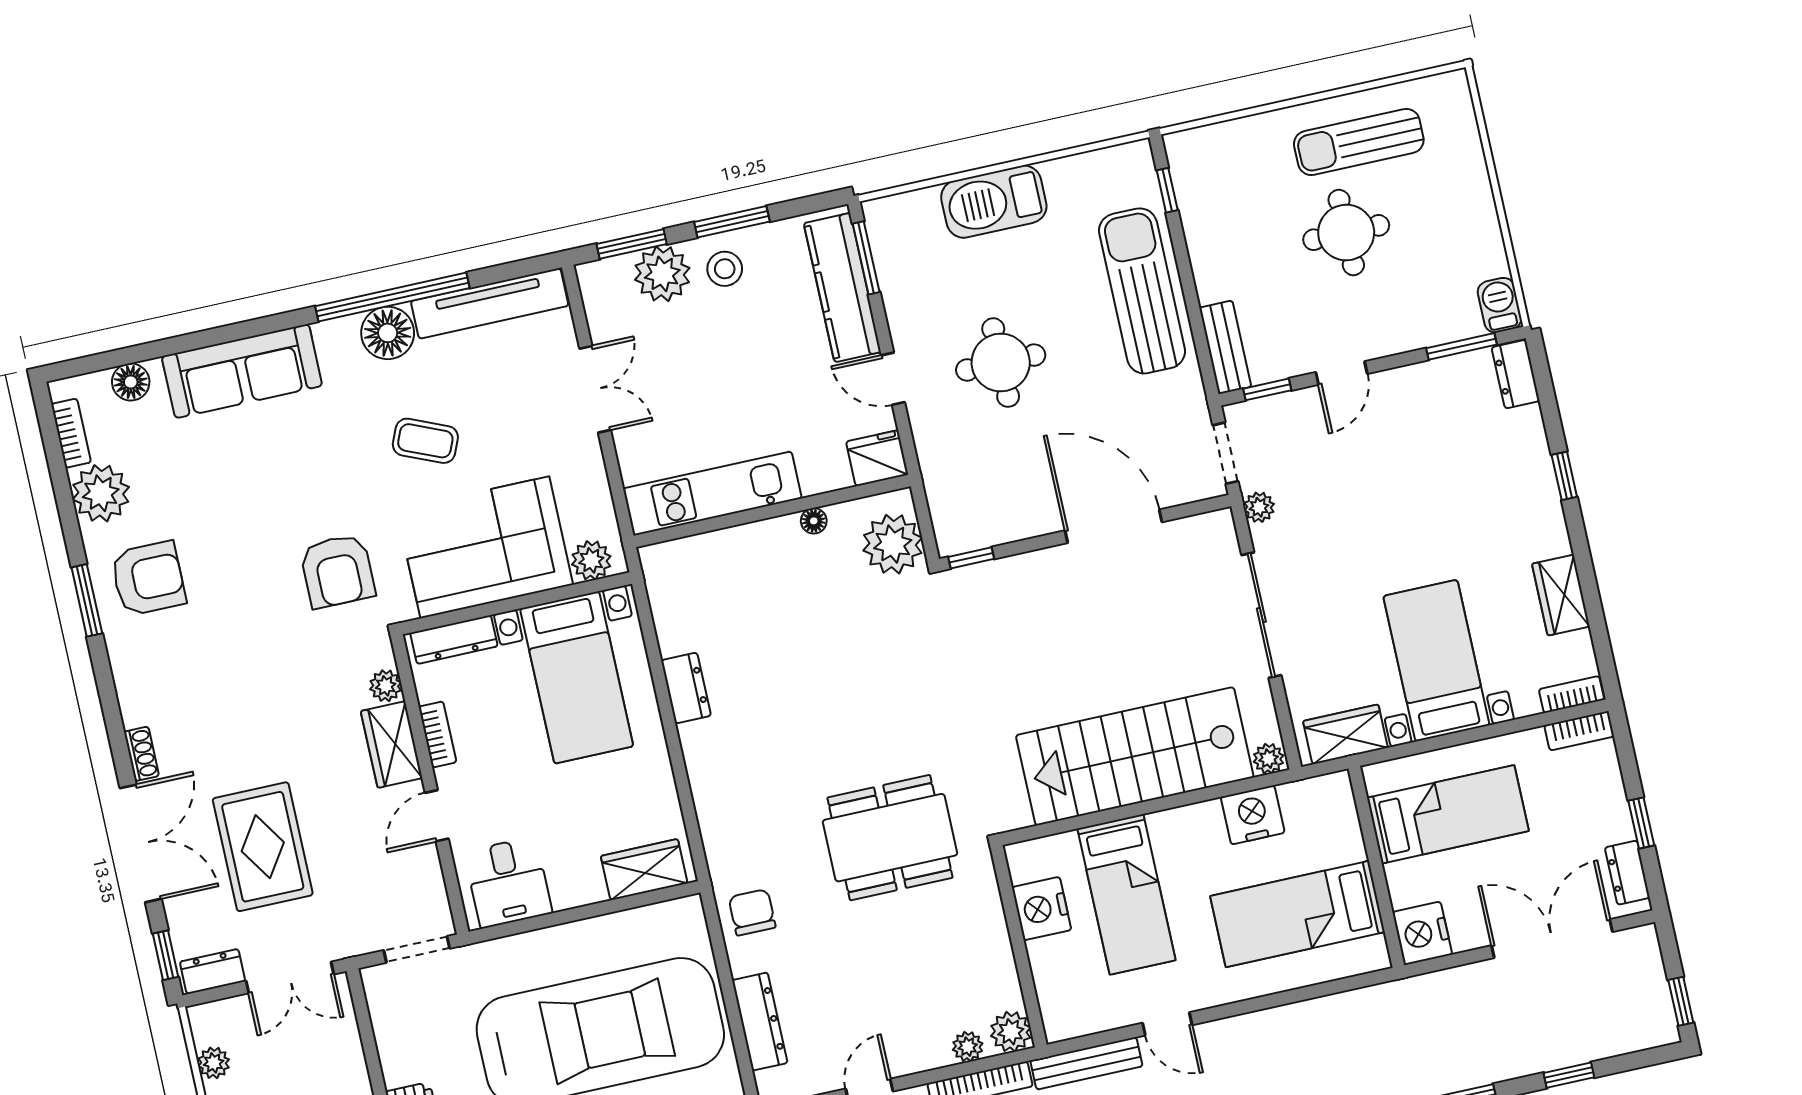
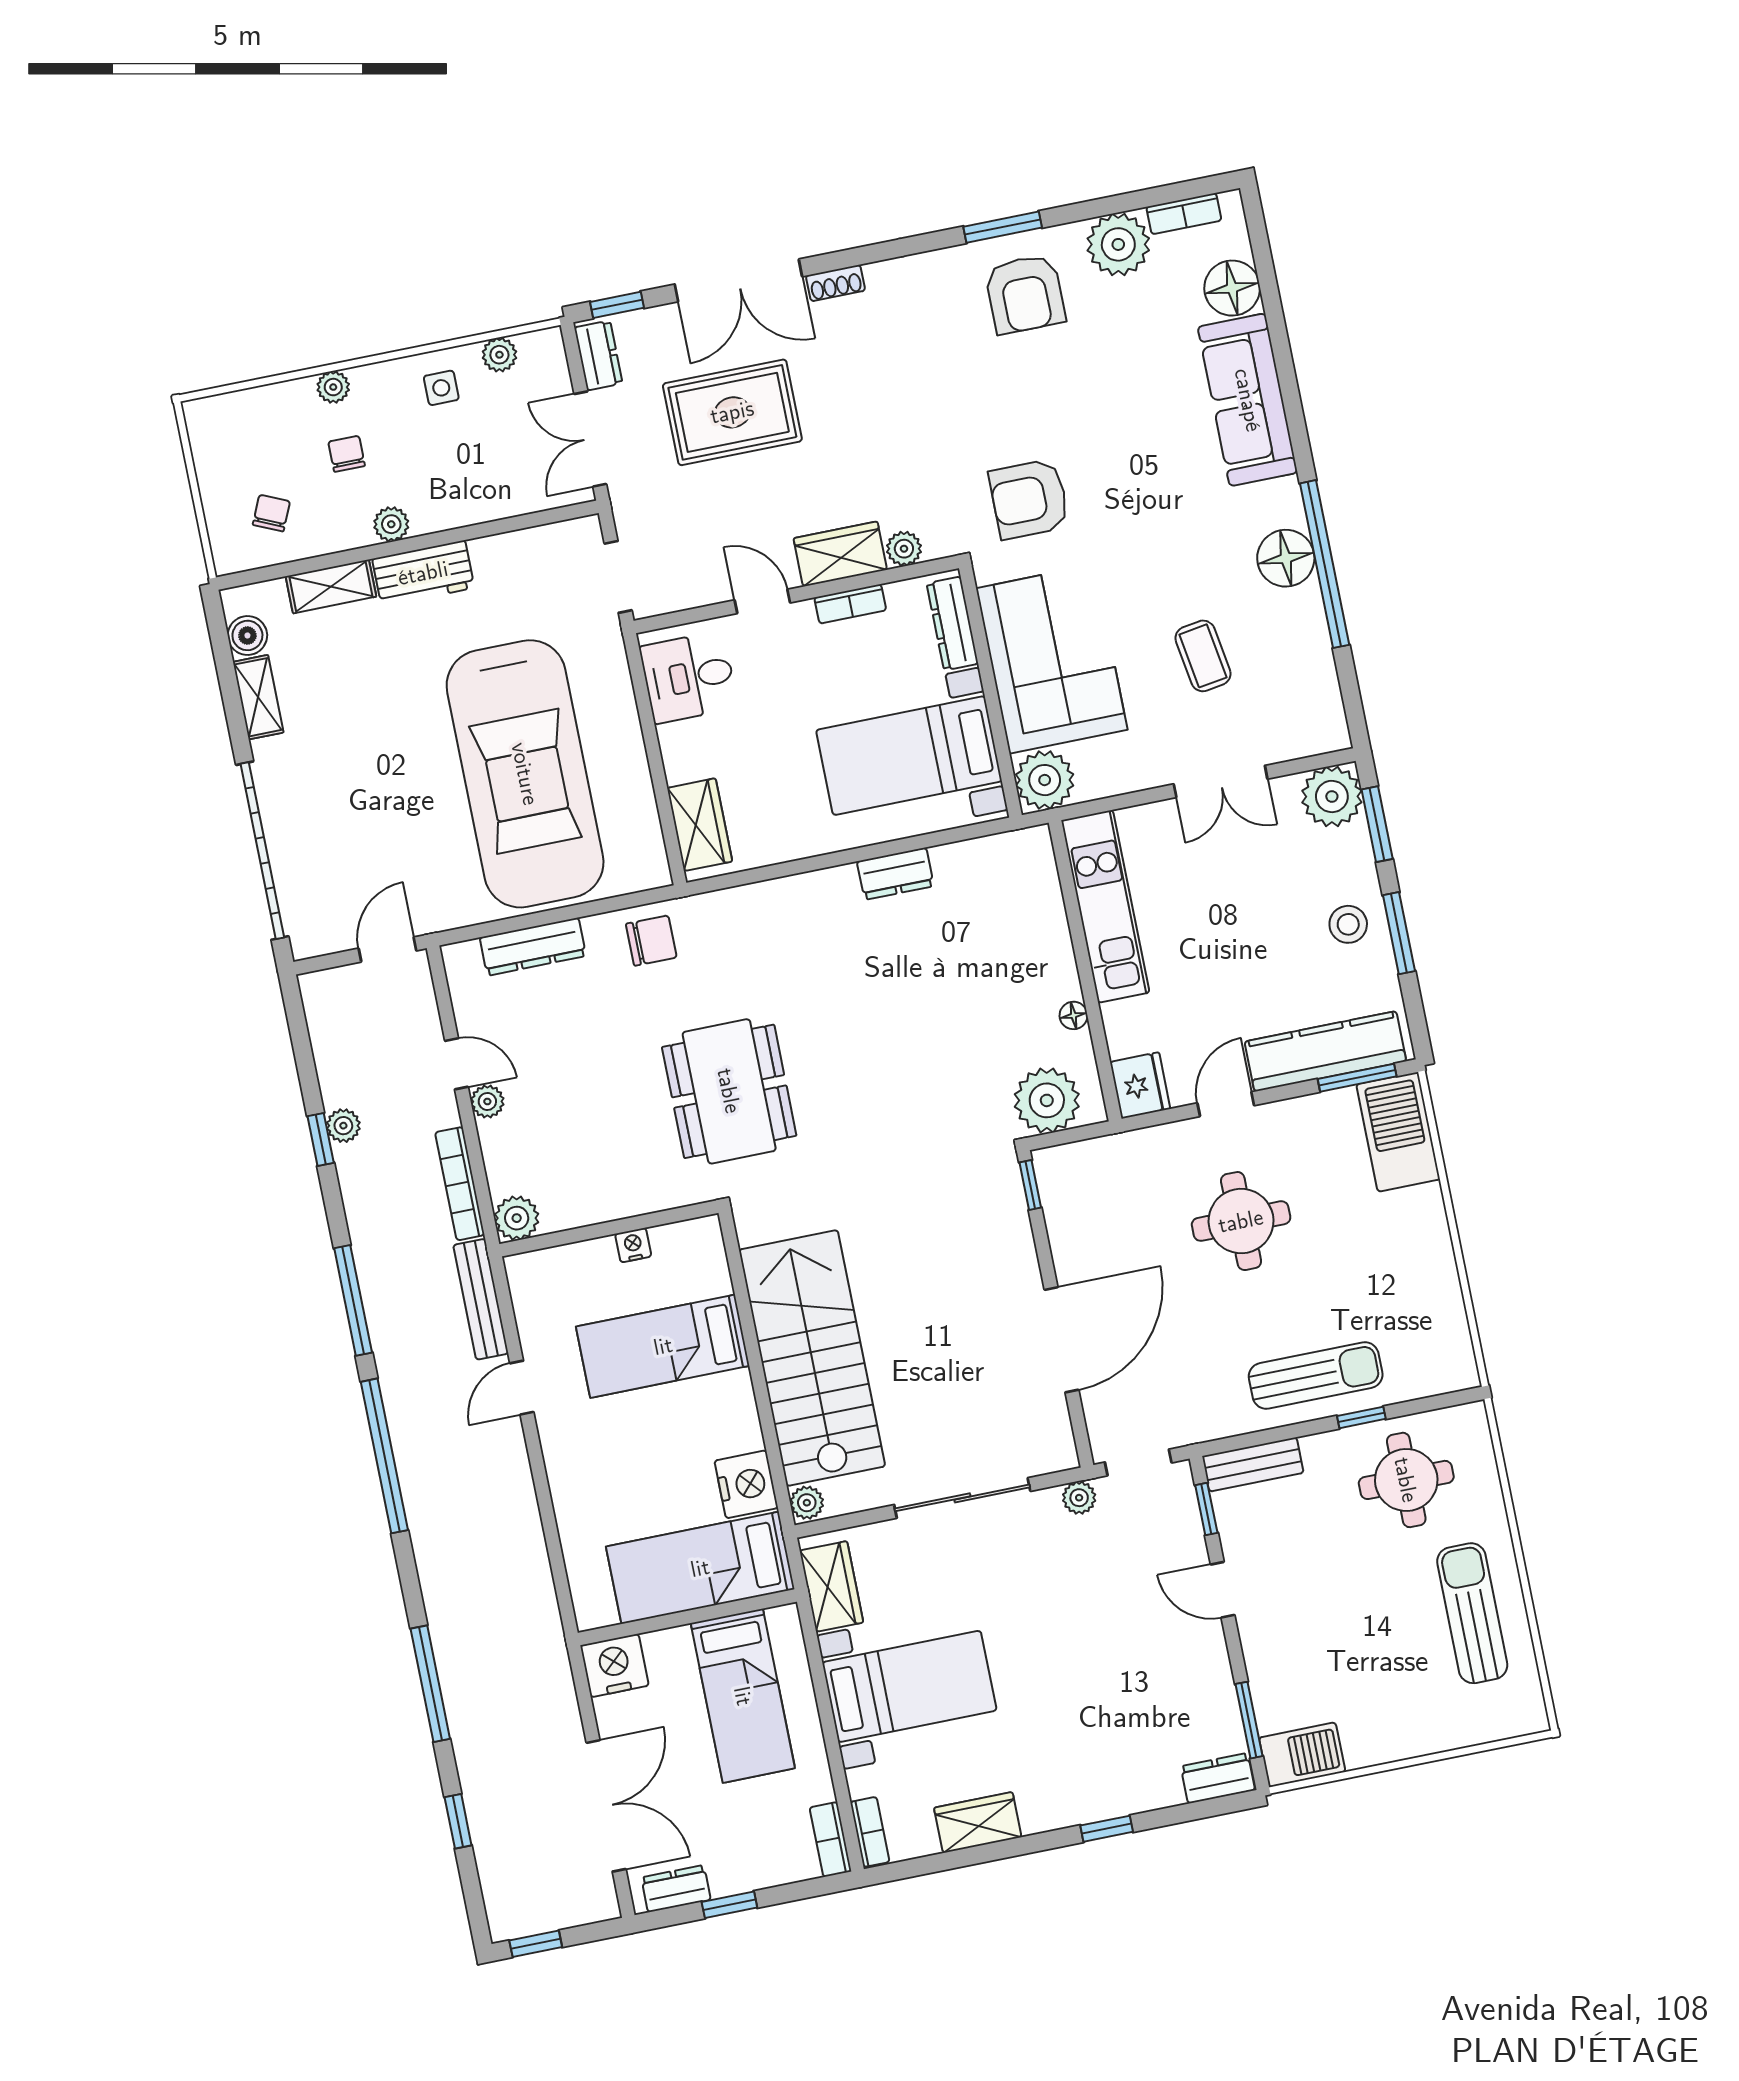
window: (1167, 190) -> (1361, 1417), moved
barbecue: (994, 202) -> (1398, 1132), moved
round table: (1346, 233) -> (1406, 1480), moved
plant: (662, 274) -> (1332, 796), moved
sun lounger: (1142, 291) -> (1316, 1376), width x0.73, depth x0.75
tv unit: (490, 303) -> (1316, 669), removed
barbecue: (1500, 305) -> (1302, 1755), width x1.38, depth x1.27
floor lamp: (131, 382) -> (1232, 288), width x1.38, depth x1.38
coffee table: (425, 441) -> (1203, 656), moved, turned -32
plant: (591, 560) -> (1045, 780), width x1.36, depth x1.36
nightstand: (1042, 909) -> (633, 1245), width x0.53, depth x0.56
bed: (1298, 914) -> (700, 1568), moved, turned -90
plant: (968, 1047) -> (487, 1101), moved

